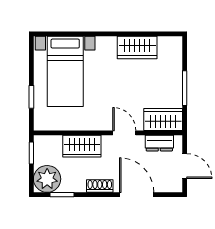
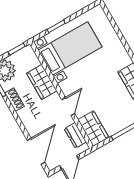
bed with nightstands: (65, 71) -> (70, 48), moved, turned 180
shoe rack: (100, 186) -> (14, 100), moved
door: (137, 195) -> (36, 151), moved

